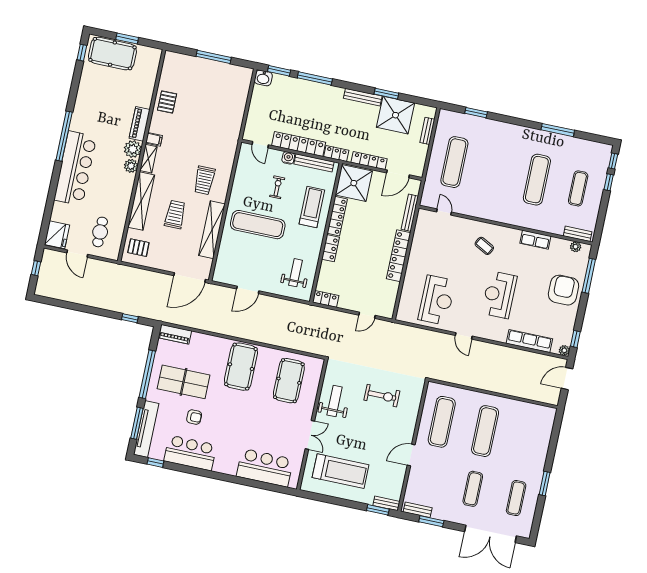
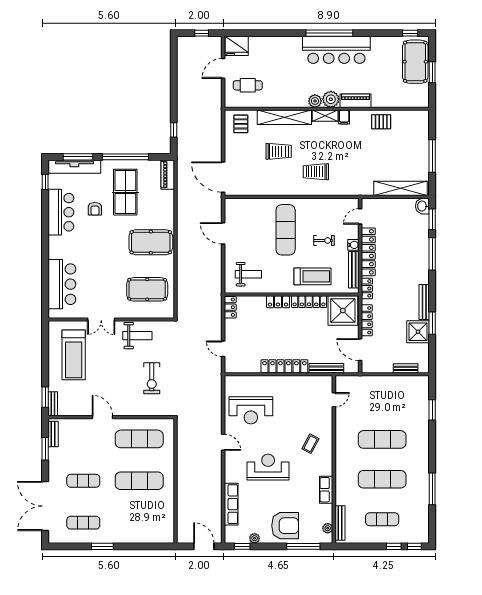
shower: (395, 115) -> (418, 332), width x0.73, depth x0.73
exercise mat: (454, 162) -> (382, 439), moved
bar counter: (75, 168) -> (336, 50), moved
shelving: (212, 230) -> (401, 188), moved
bench: (578, 234) -> (340, 523), width x1.36
door: (464, 336) -> (223, 442), swing flipped
plant: (564, 350) -> (255, 538), moved

